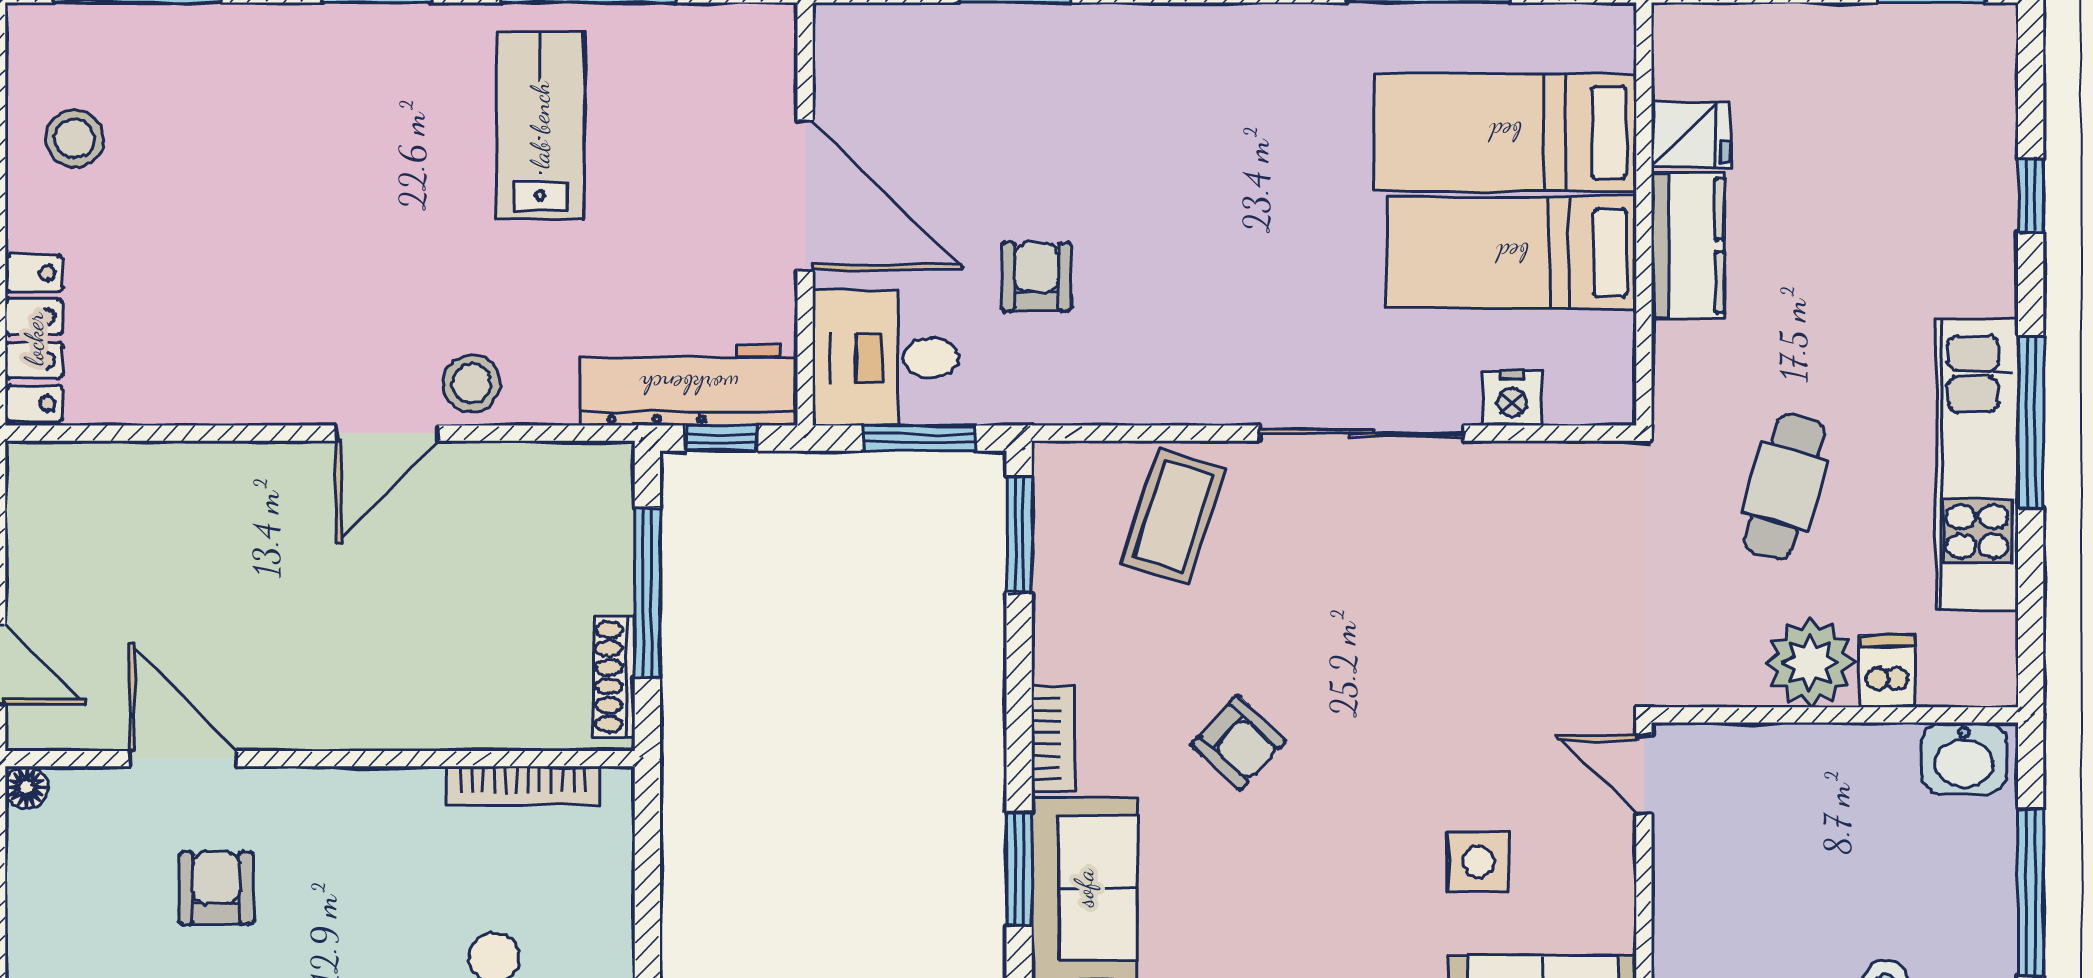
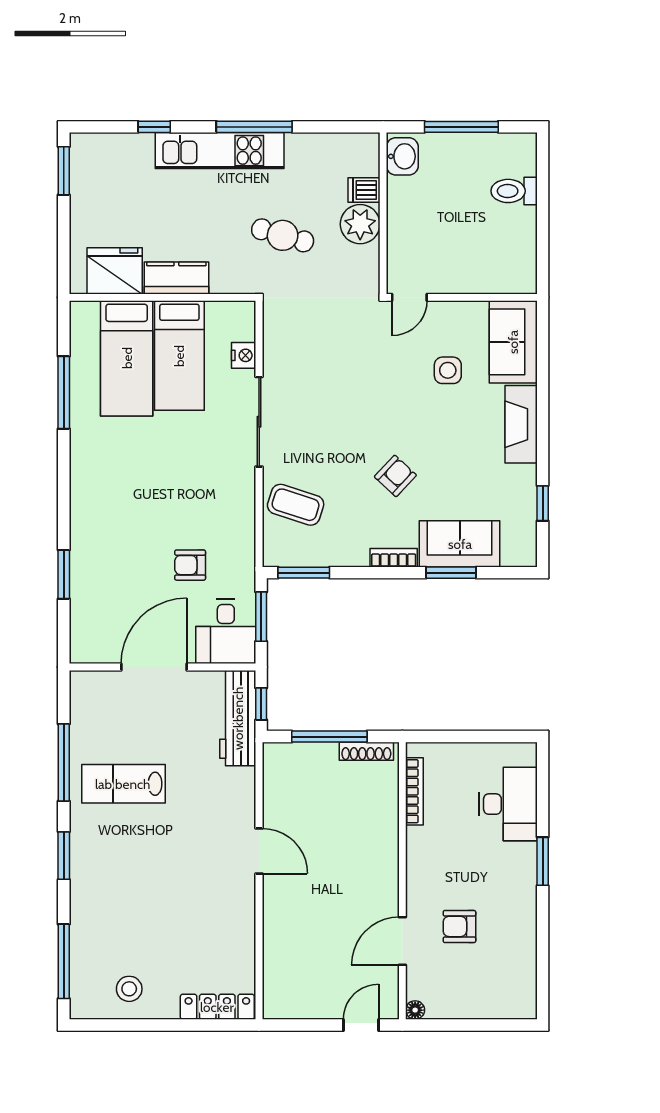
fridge: (1691, 135) -> (115, 271), width x1.88, depth x1.34
stool: (472, 383) -> (237, 814), removed
kitchen unit: (1977, 464) -> (220, 151), moved

